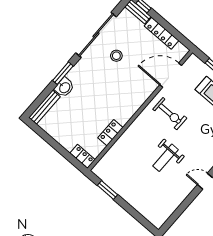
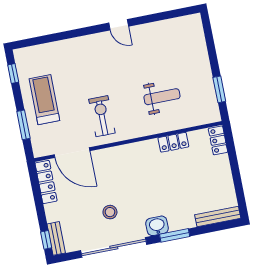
locker: (162, 33) -> (46, 182), moved
washbasin: (64, 87) -> (157, 226), moved
weight bench: (165, 158) -> (162, 97), moved

